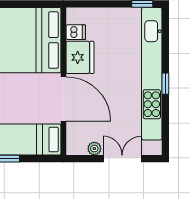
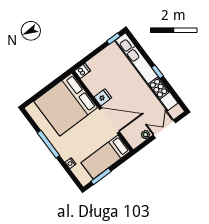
dishwasher: (76, 32) -> (83, 71), moved
fridge: (80, 57) -> (103, 97), width x0.53, depth x0.75

